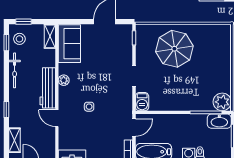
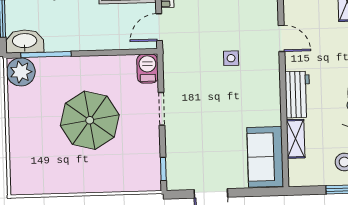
shelving: (50, 36) -> (296, 139), moved
parasol: (174, 49) -> (90, 120), moved
plant: (64, 80) -> (272, 99), removed
workbench: (48, 88) -> (298, 95), width x0.73

